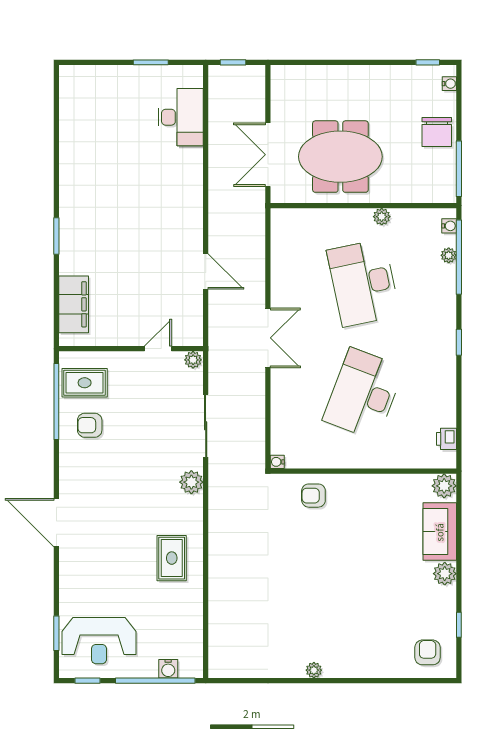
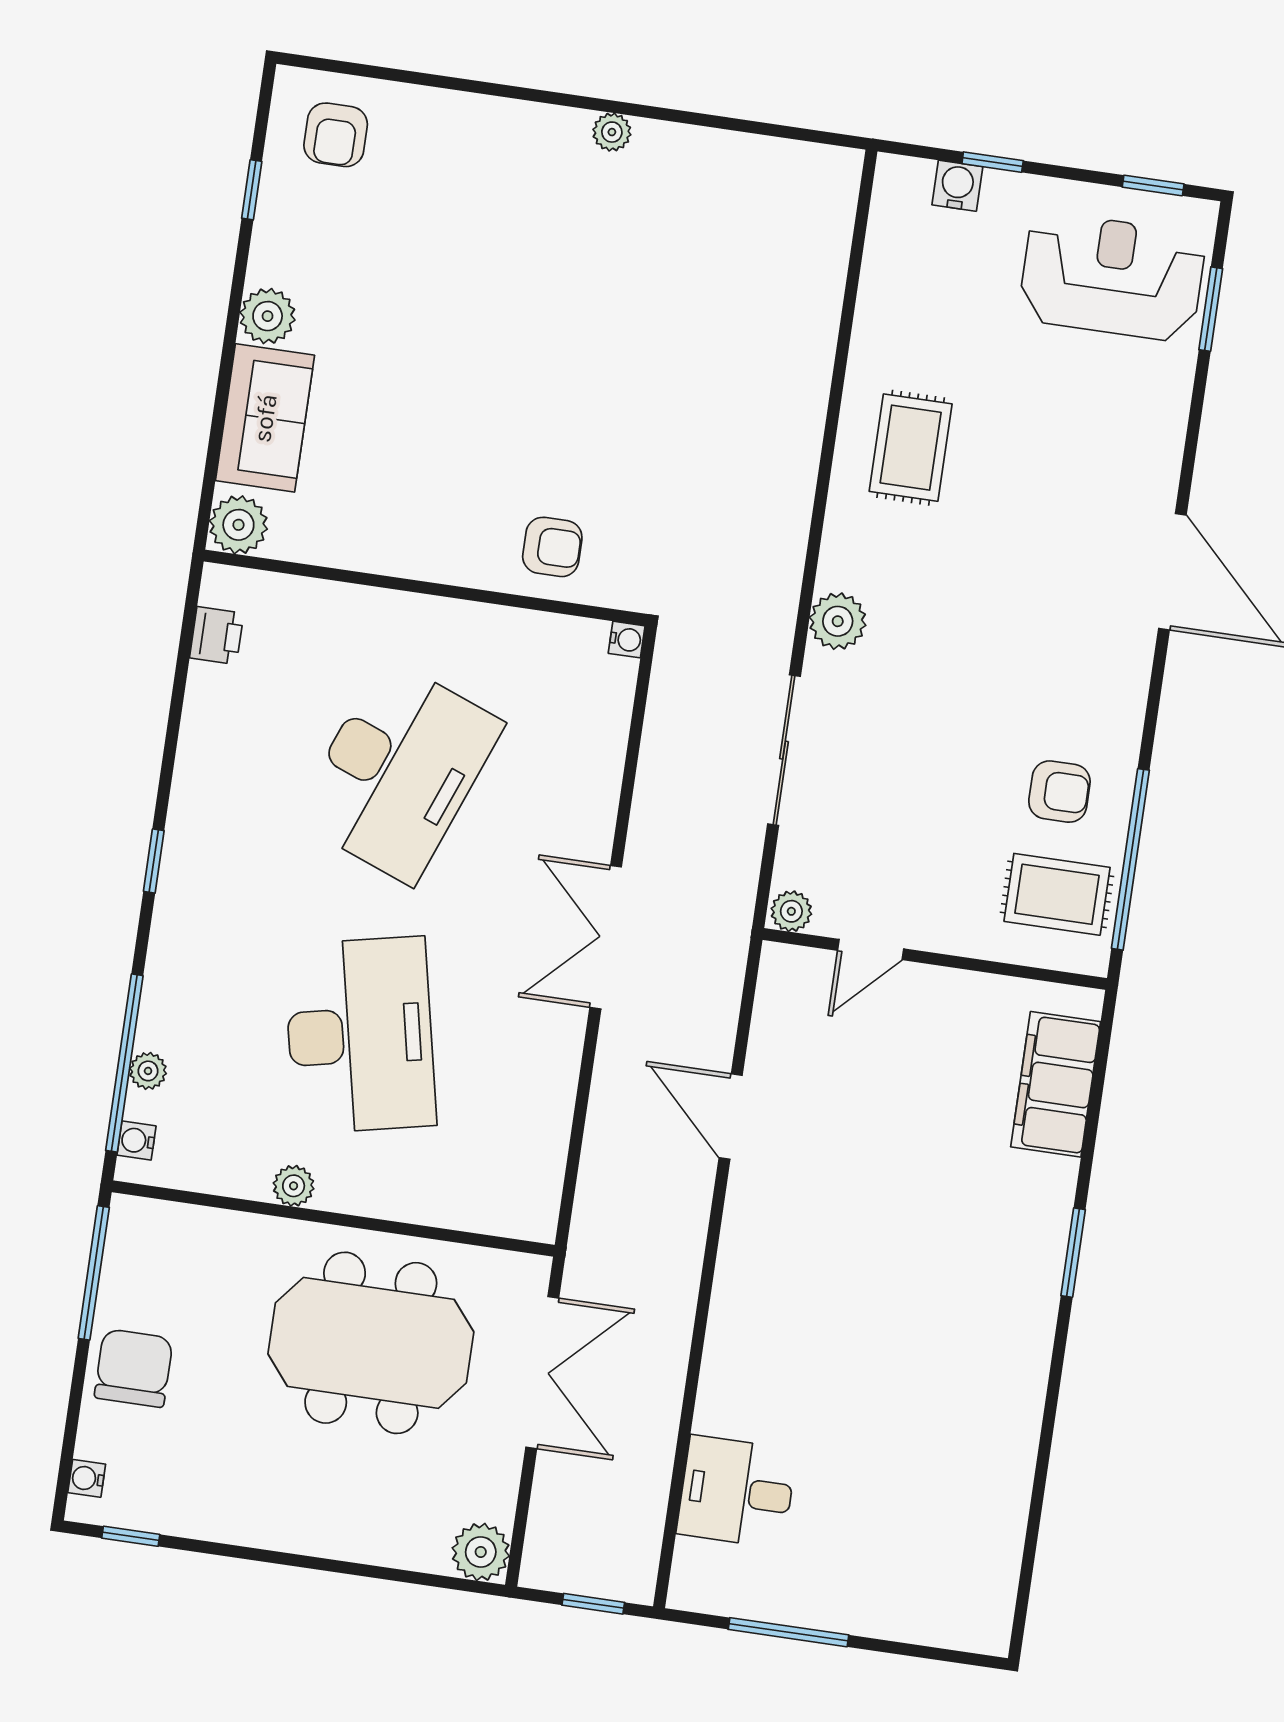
window: (151, 62) -> (788, 1632), width x1.44
plant: (283, 77) -> (481, 1552), added
desk: (181, 117) -> (737, 1492), width x0.73
window: (155, 681) -> (993, 162), width x0.32

